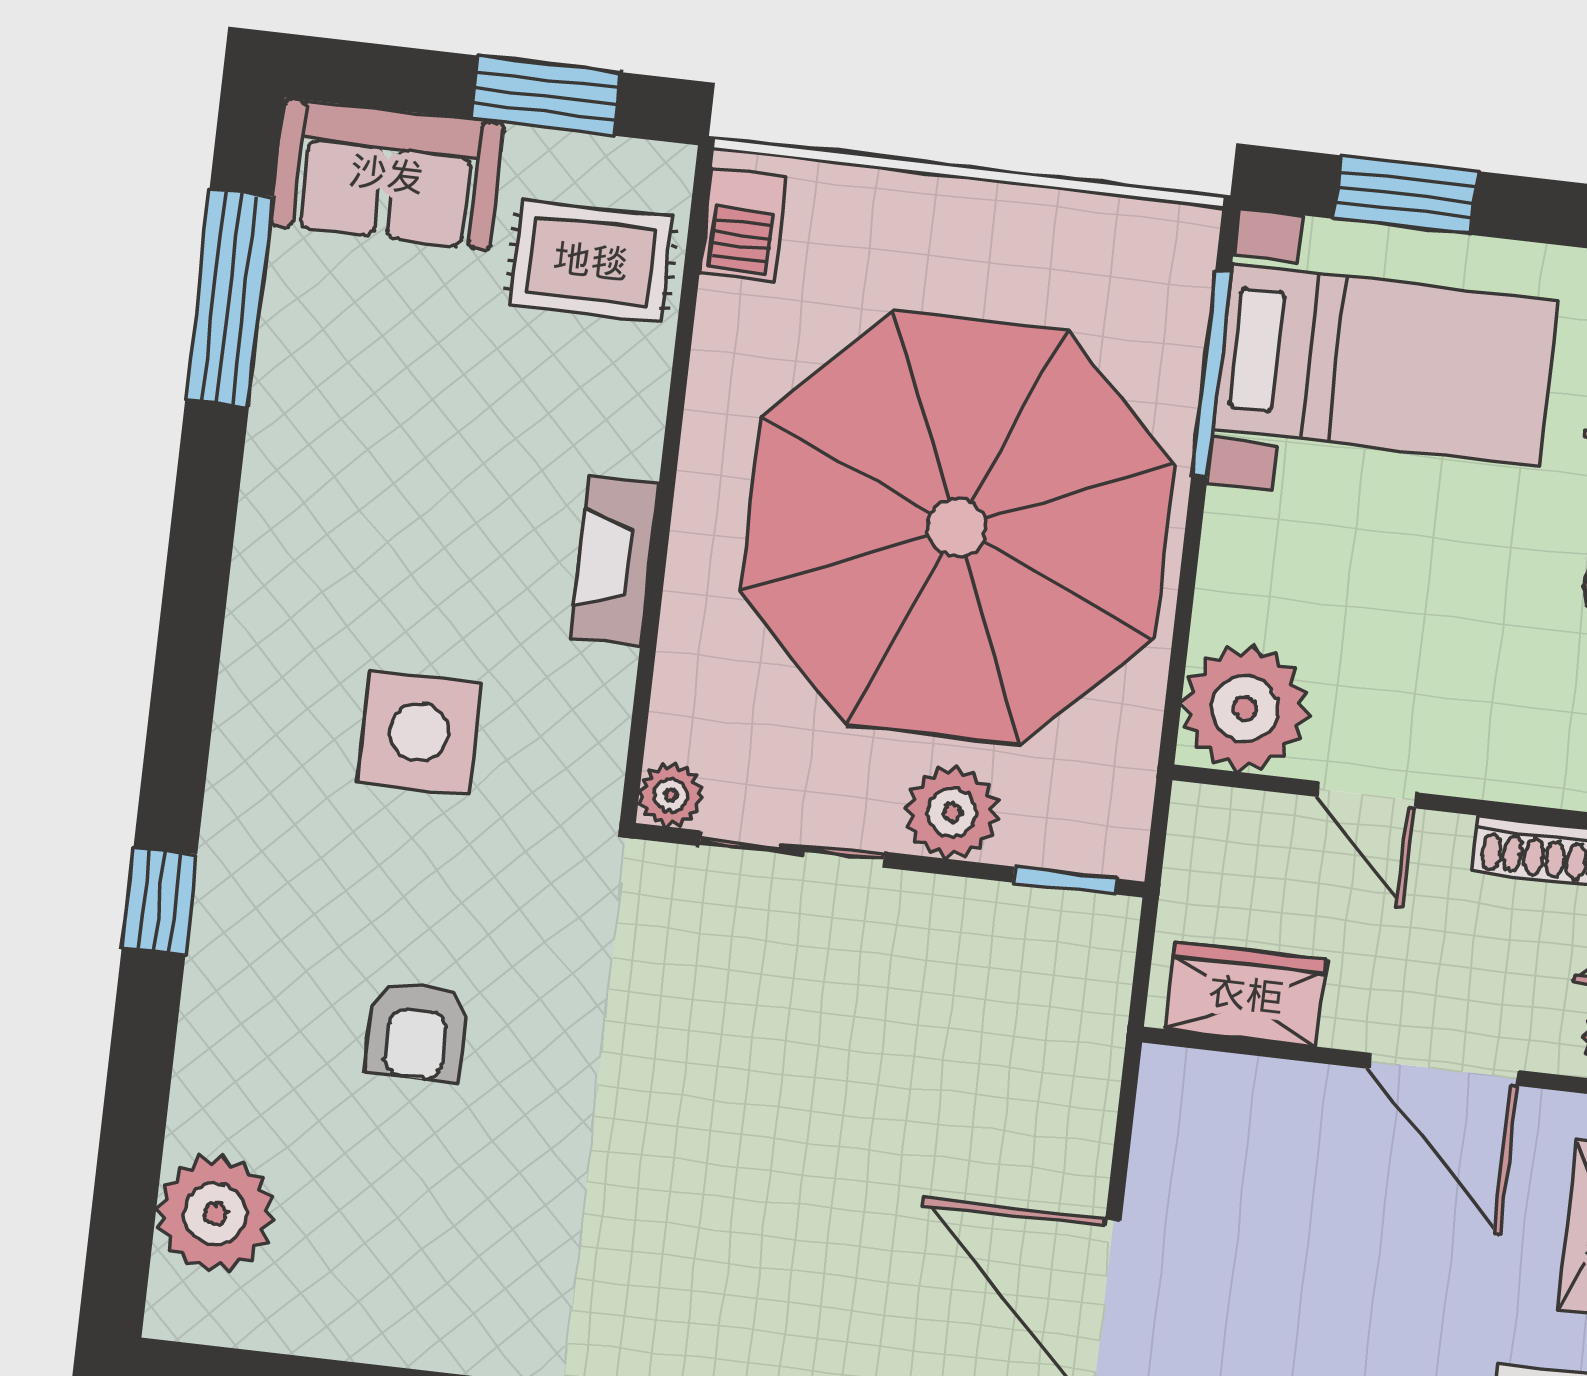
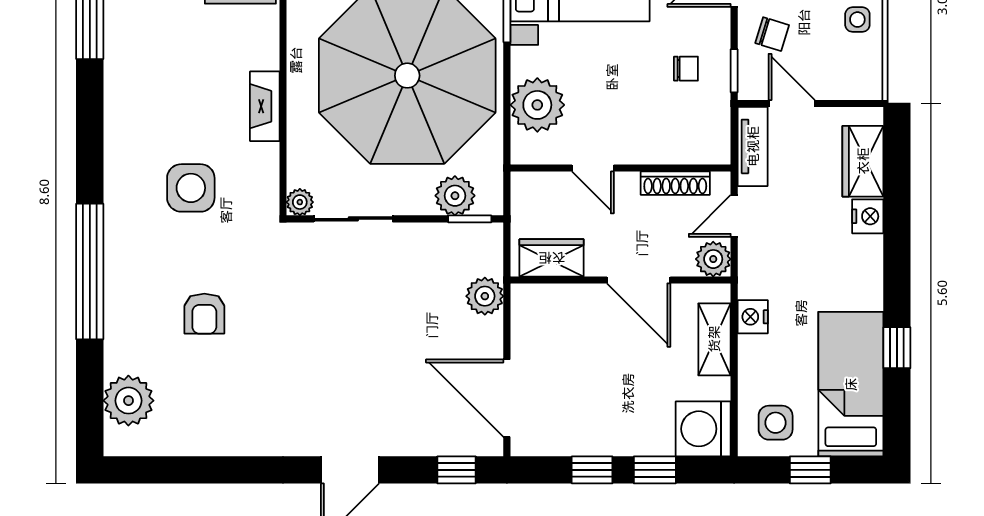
plant: (1245, 708) -> (537, 105), moved
plant: (952, 812) -> (455, 196), moved
window: (160, 901) -> (90, 272), width x3.17
plant: (1079, 1066) -> (485, 296), added

